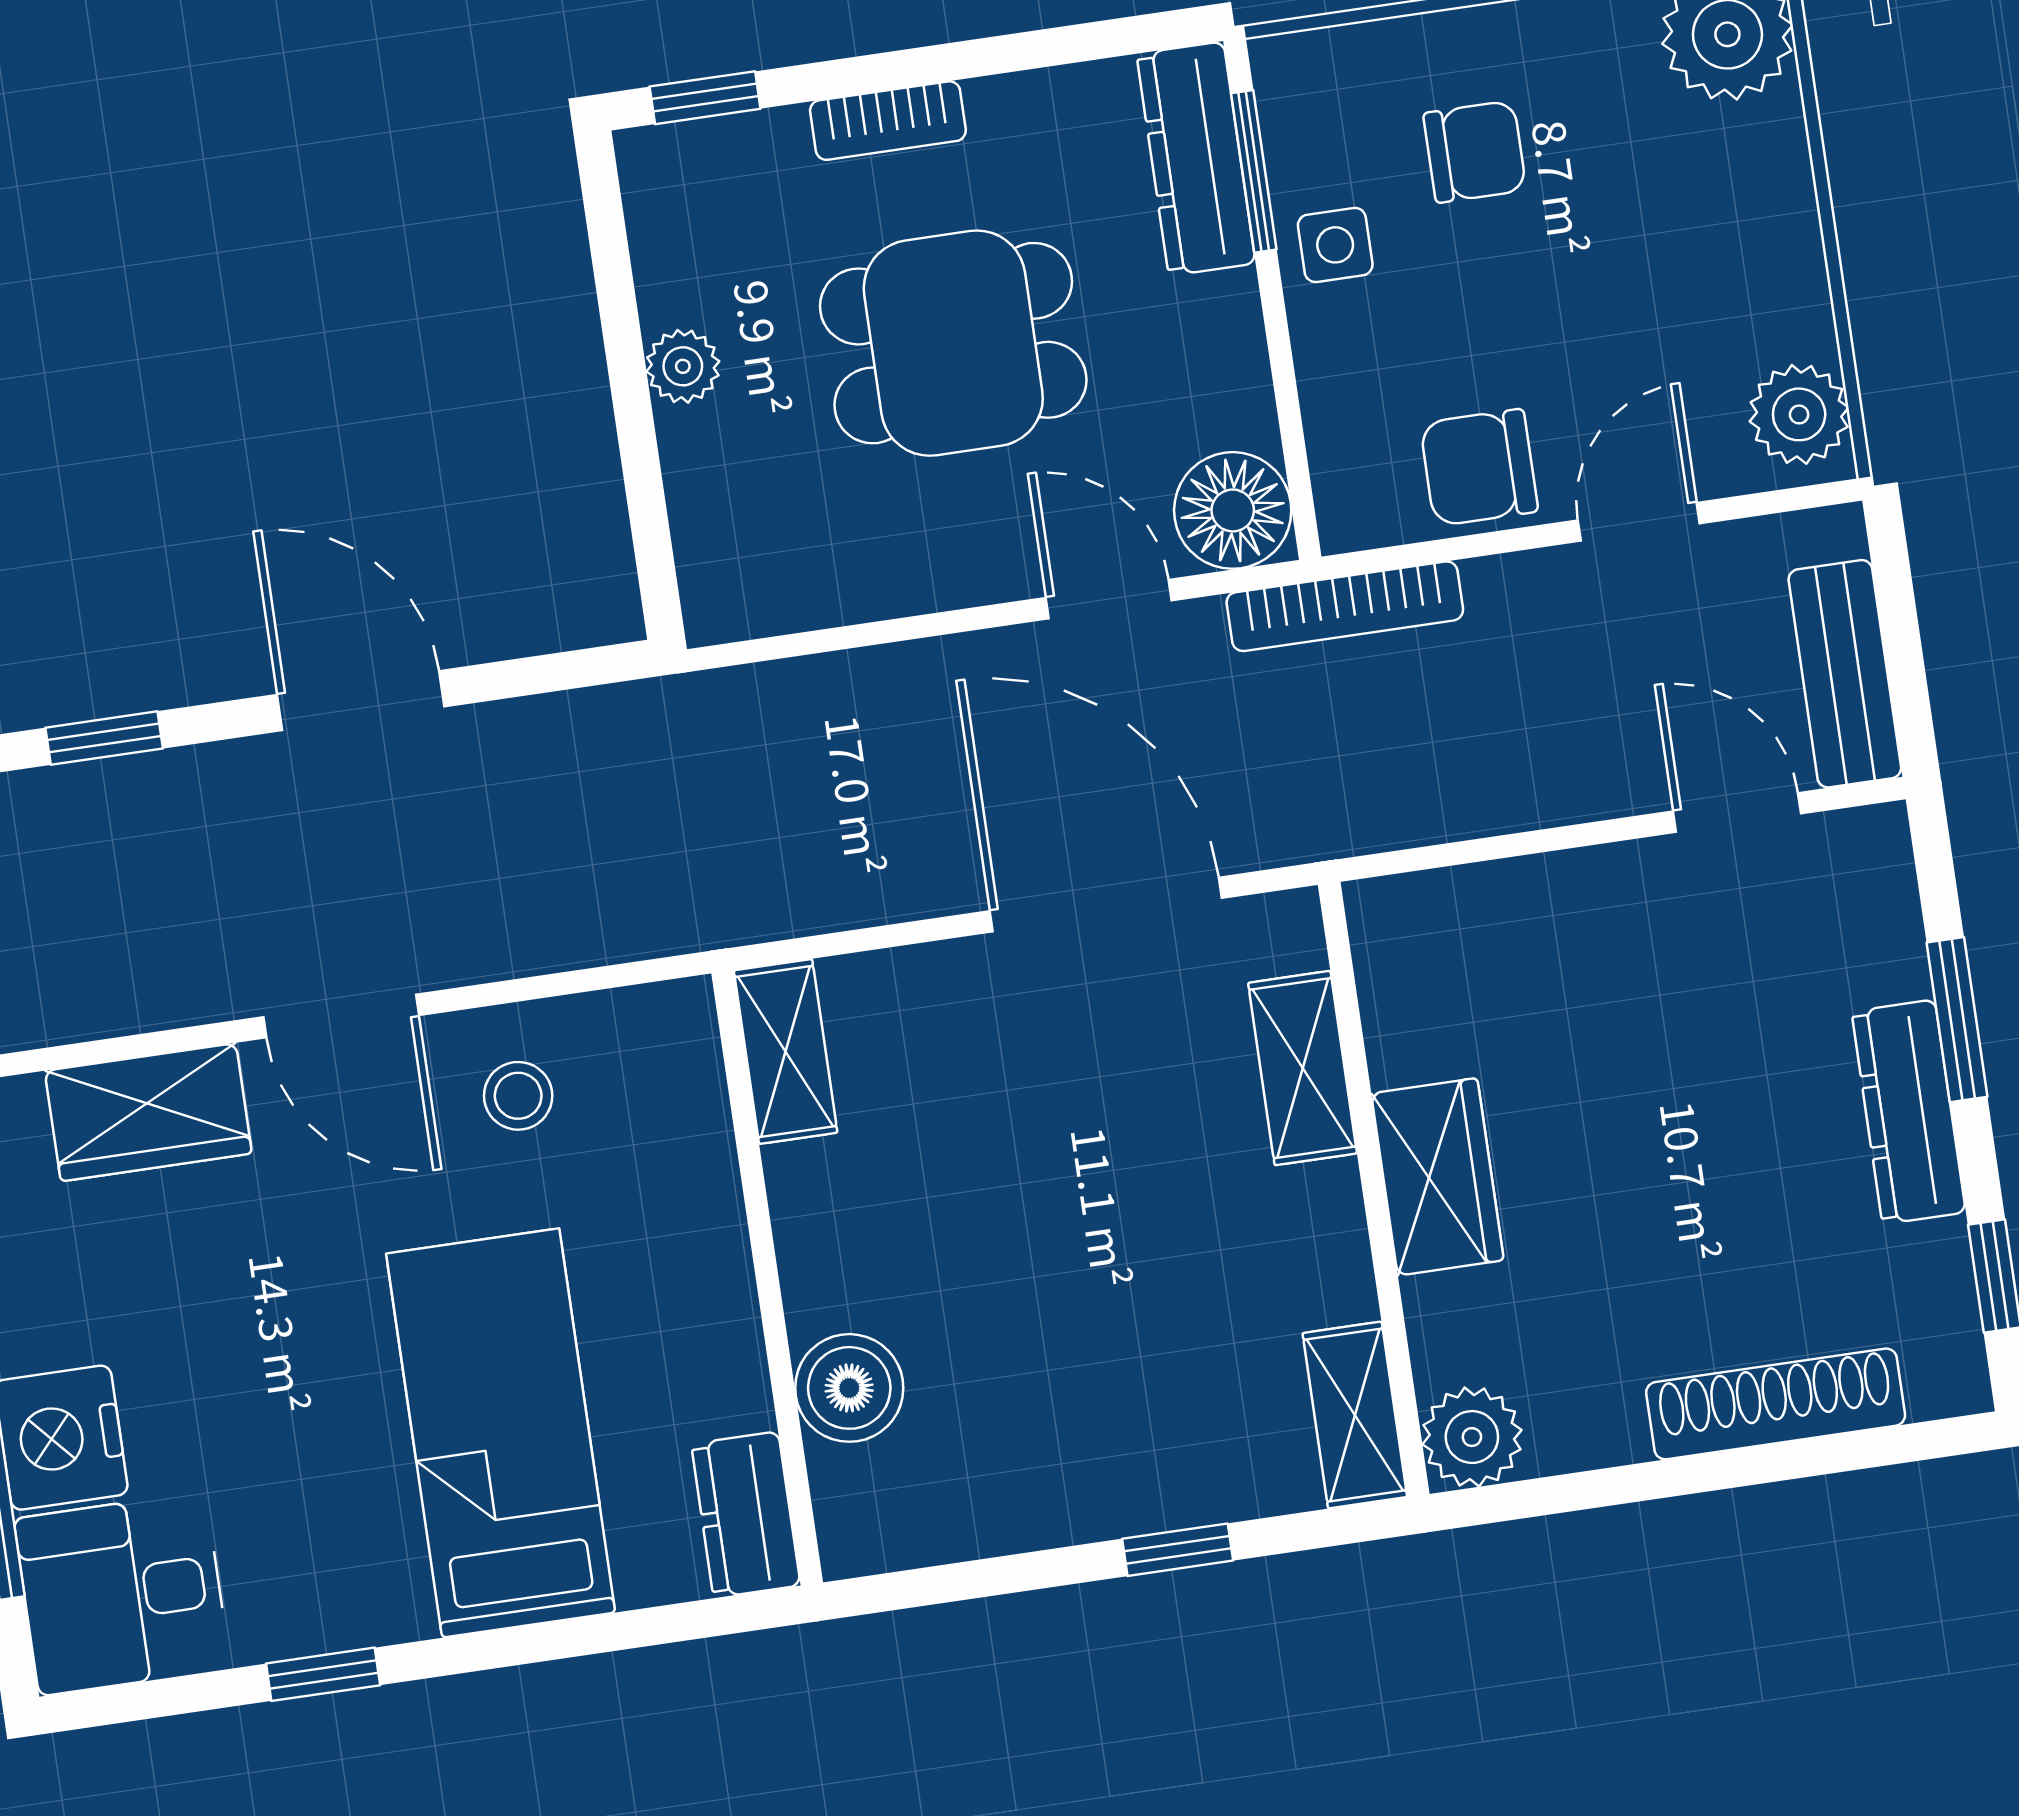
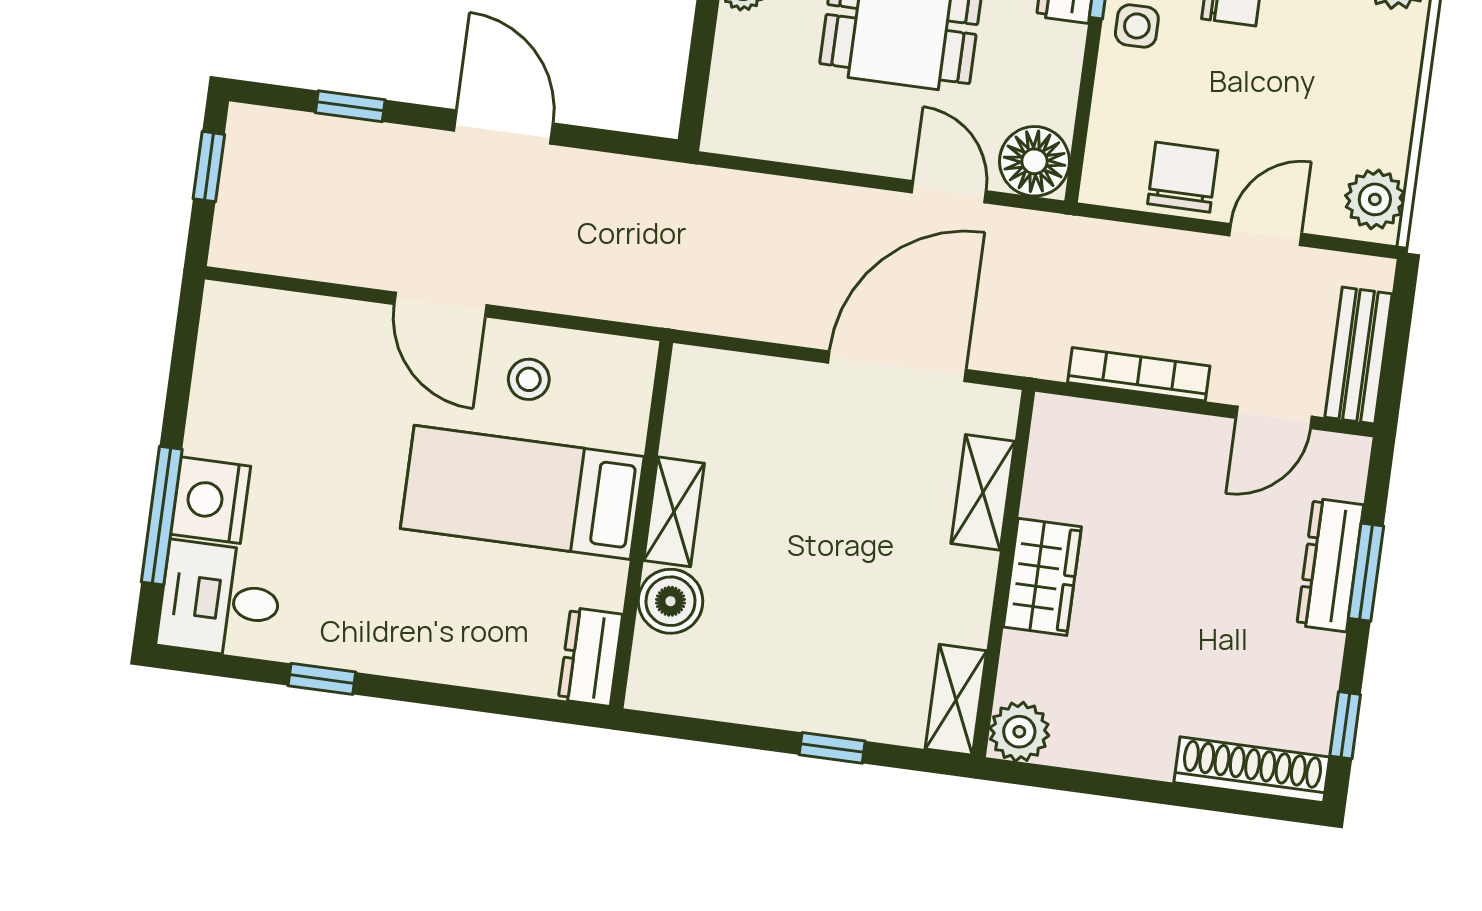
chair: (1479, 467) -> (1183, 177), turned 90
bookcase: (1345, 606) -> (1139, 374), moved, turned 180
door: (1737, 812) -> (1274, 417), swing flipped
door: (1106, 905) -> (897, 366), hinge flipped
shelving: (786, 1051) -> (674, 512), moved
wardrobe: (148, 1112) -> (314, 328), removed
dresser: (1909, 1112) -> (1330, 565), moved
shoe rack: (1776, 1404) -> (1252, 770), moved
bed: (501, 1433) -> (522, 492), moved, turned -90

